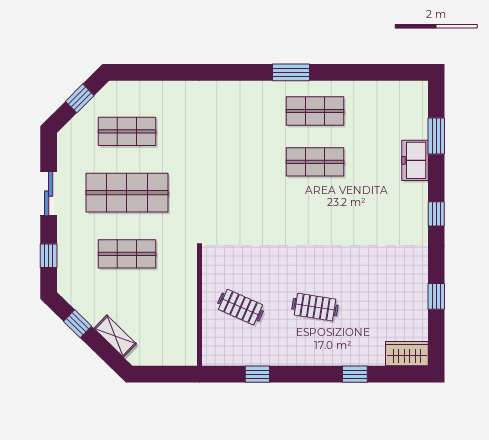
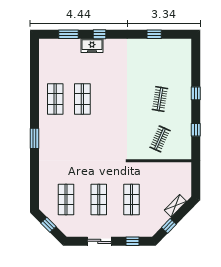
window: (291, 72) -> (35, 138), moved
freezer: (415, 160) -> (92, 46), moved
shop shelf: (127, 193) -> (99, 200), width x0.70, depth x0.74
window: (436, 214) -> (99, 34), moved
wardrobe: (407, 354) -> (185, 50), removed
window: (355, 374) -> (196, 93), moved

